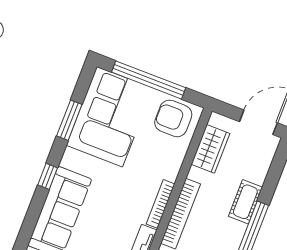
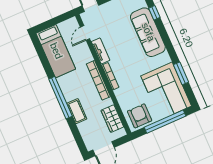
armchair: (173, 118) -> (140, 116), turned -90
window: (48, 176) -> (154, 13), moved

